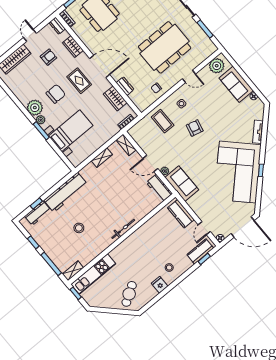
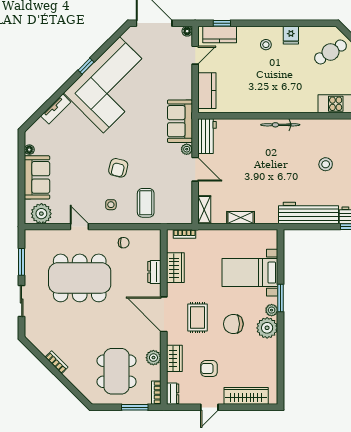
plant: (85, 37) -> (153, 358), added

